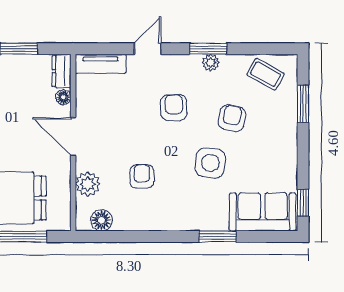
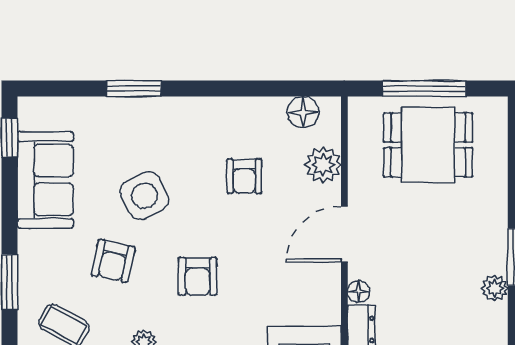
door: (73, 137) -> (344, 234), swing flipped
side table: (210, 163) -> (144, 196), turned -33
sofa: (263, 212) -> (45, 180), moved, turned -90

